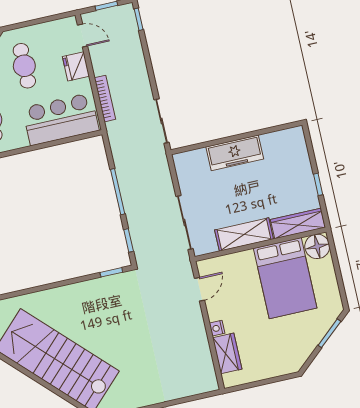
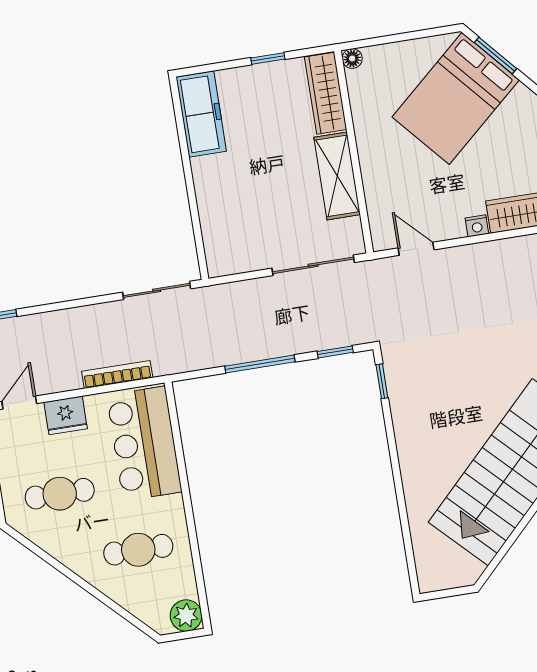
freezer: (235, 153) -> (201, 114), moved
floor lamp: (317, 246) -> (352, 59), width x0.53, depth x0.53
bed: (285, 278) -> (456, 98), moved, turned 139

